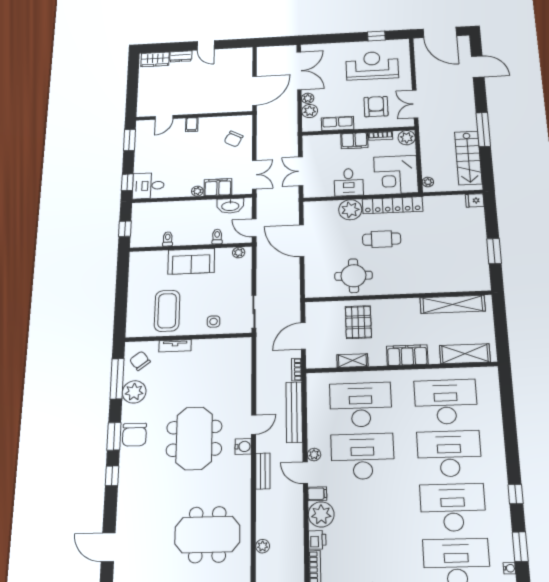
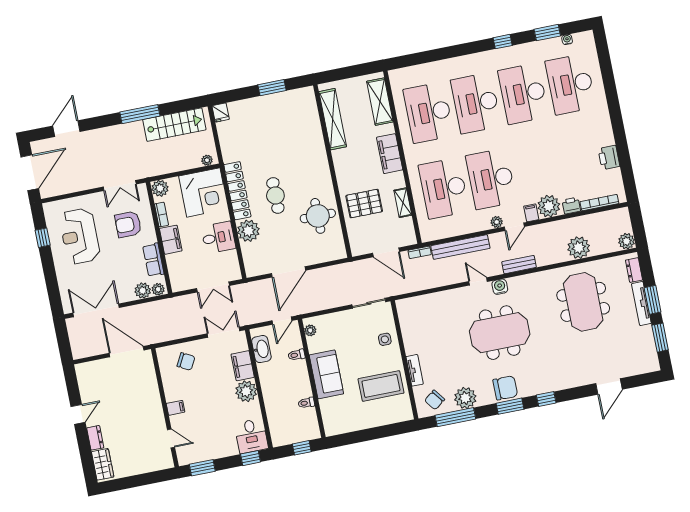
plant: (308, 98) -> (158, 289), moved
plant: (197, 191) -> (246, 391), width x1.87, depth x1.87
plant: (263, 546) -> (579, 248), width x1.88, depth x1.88

